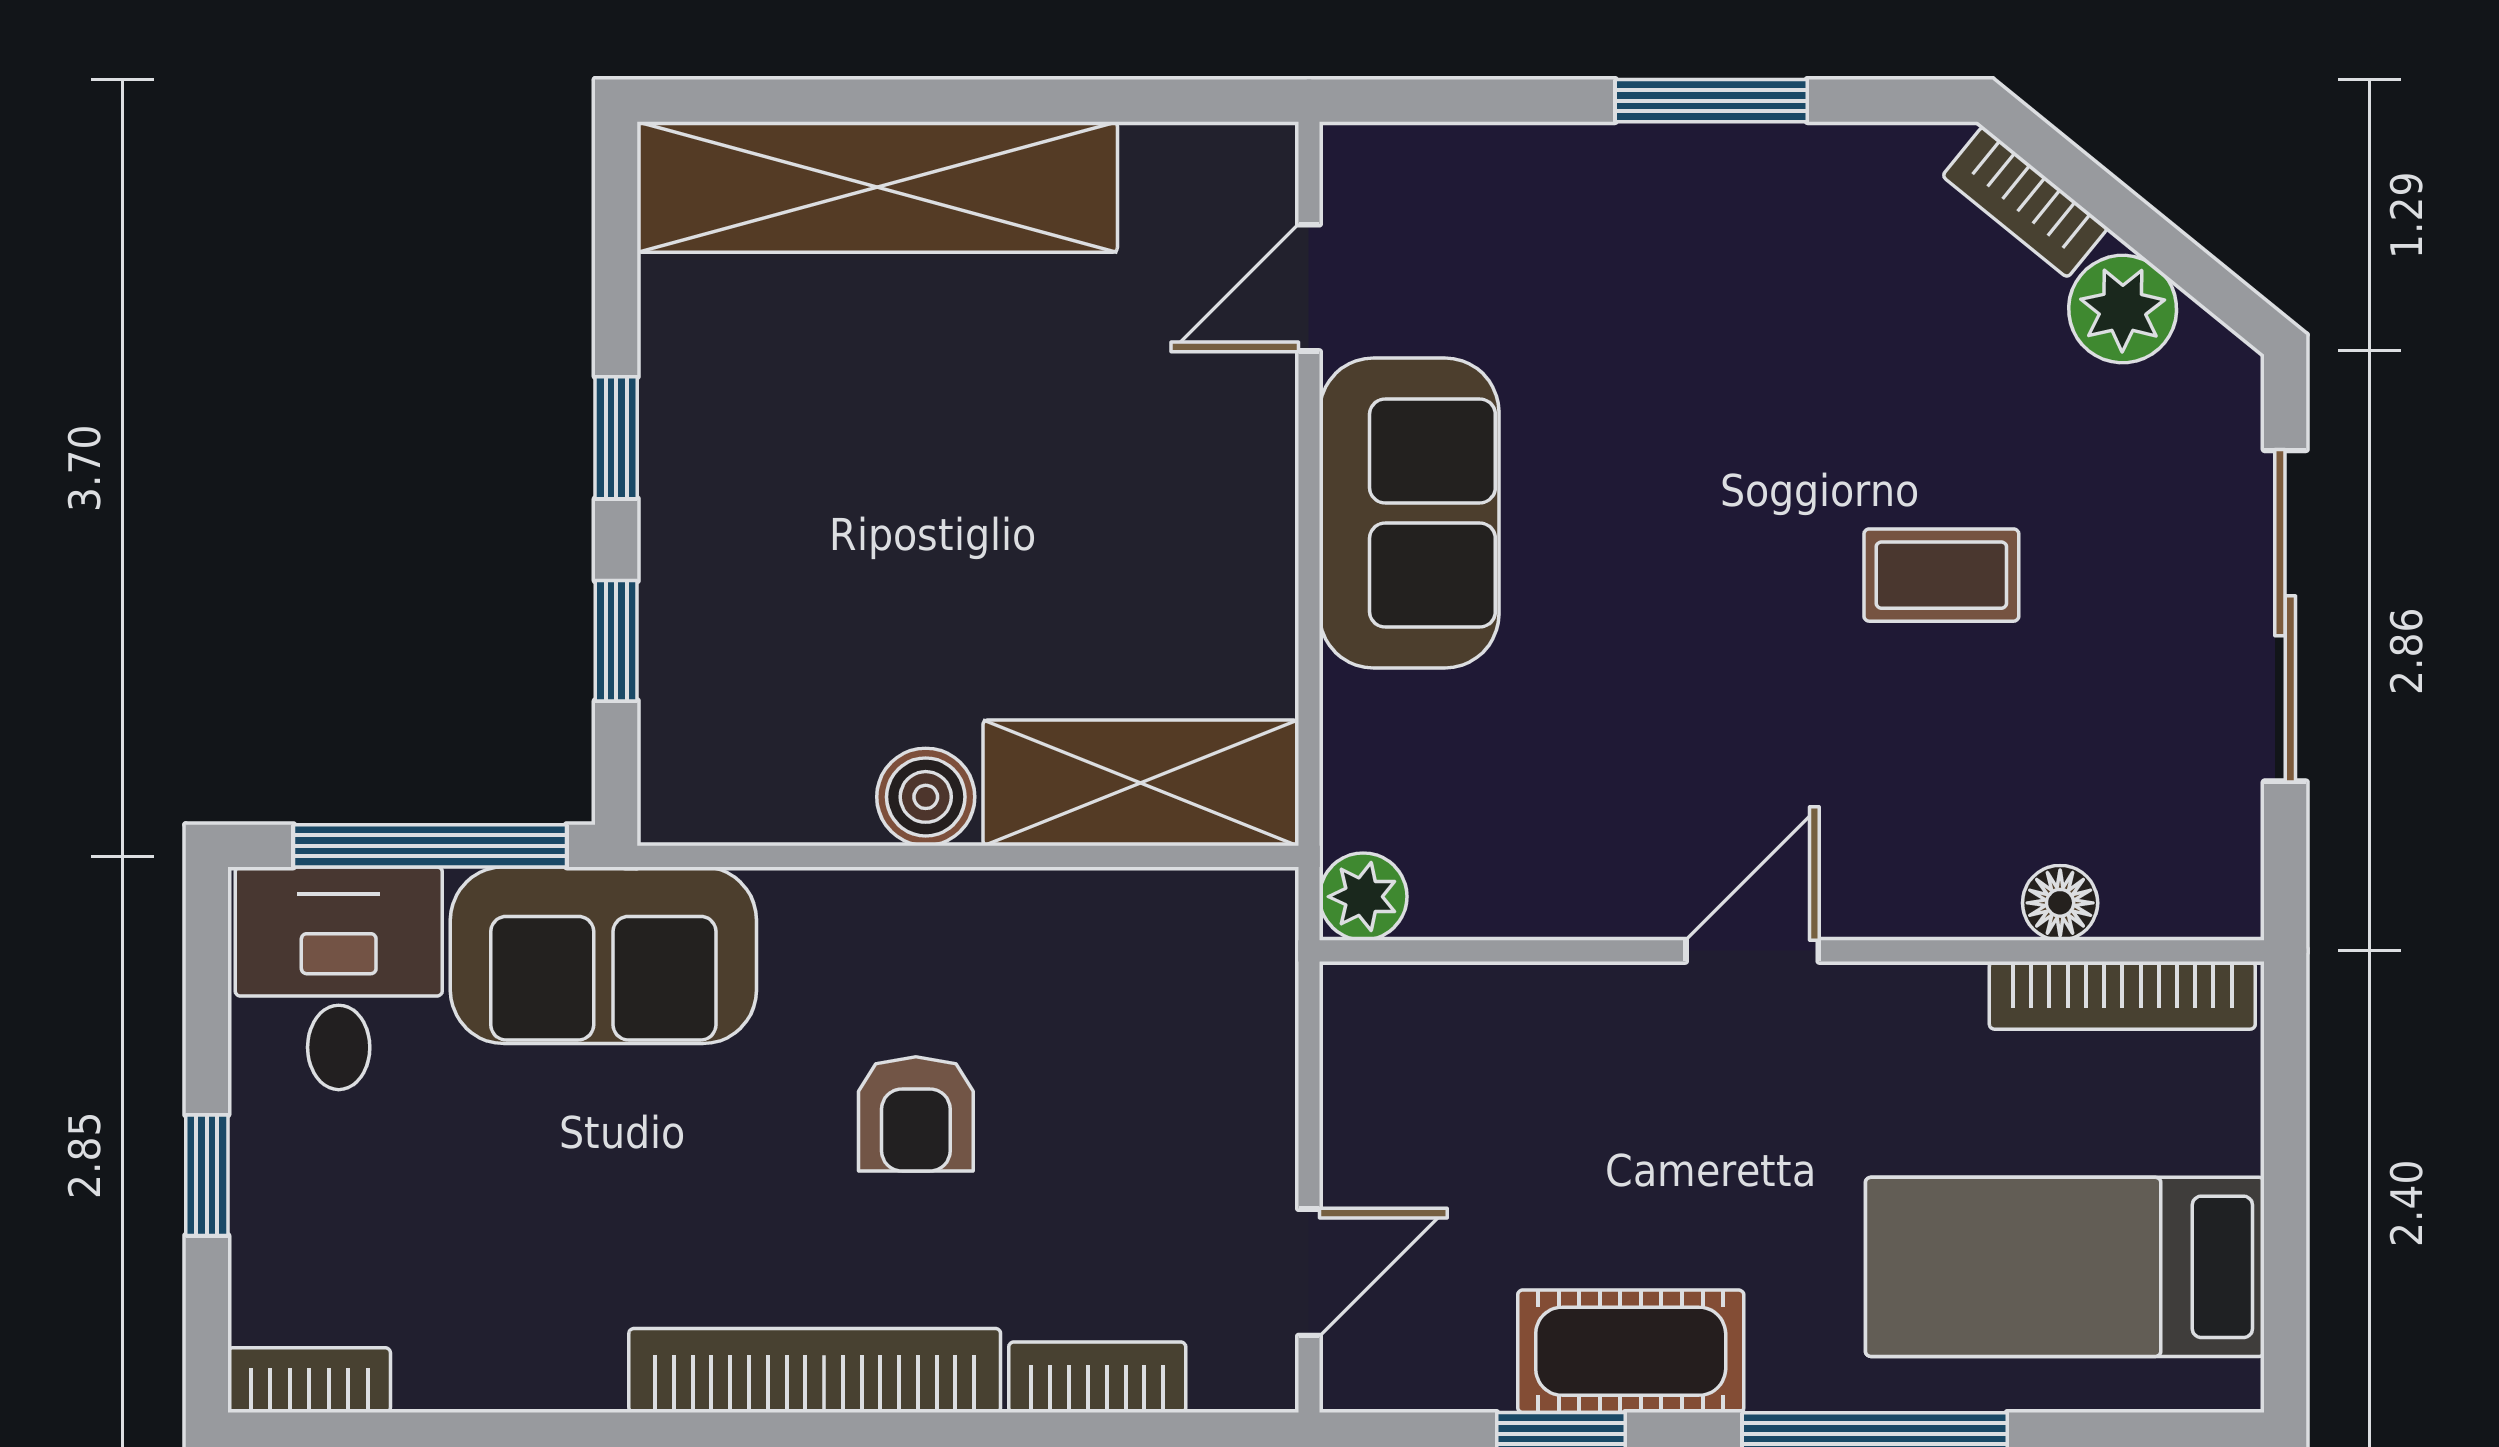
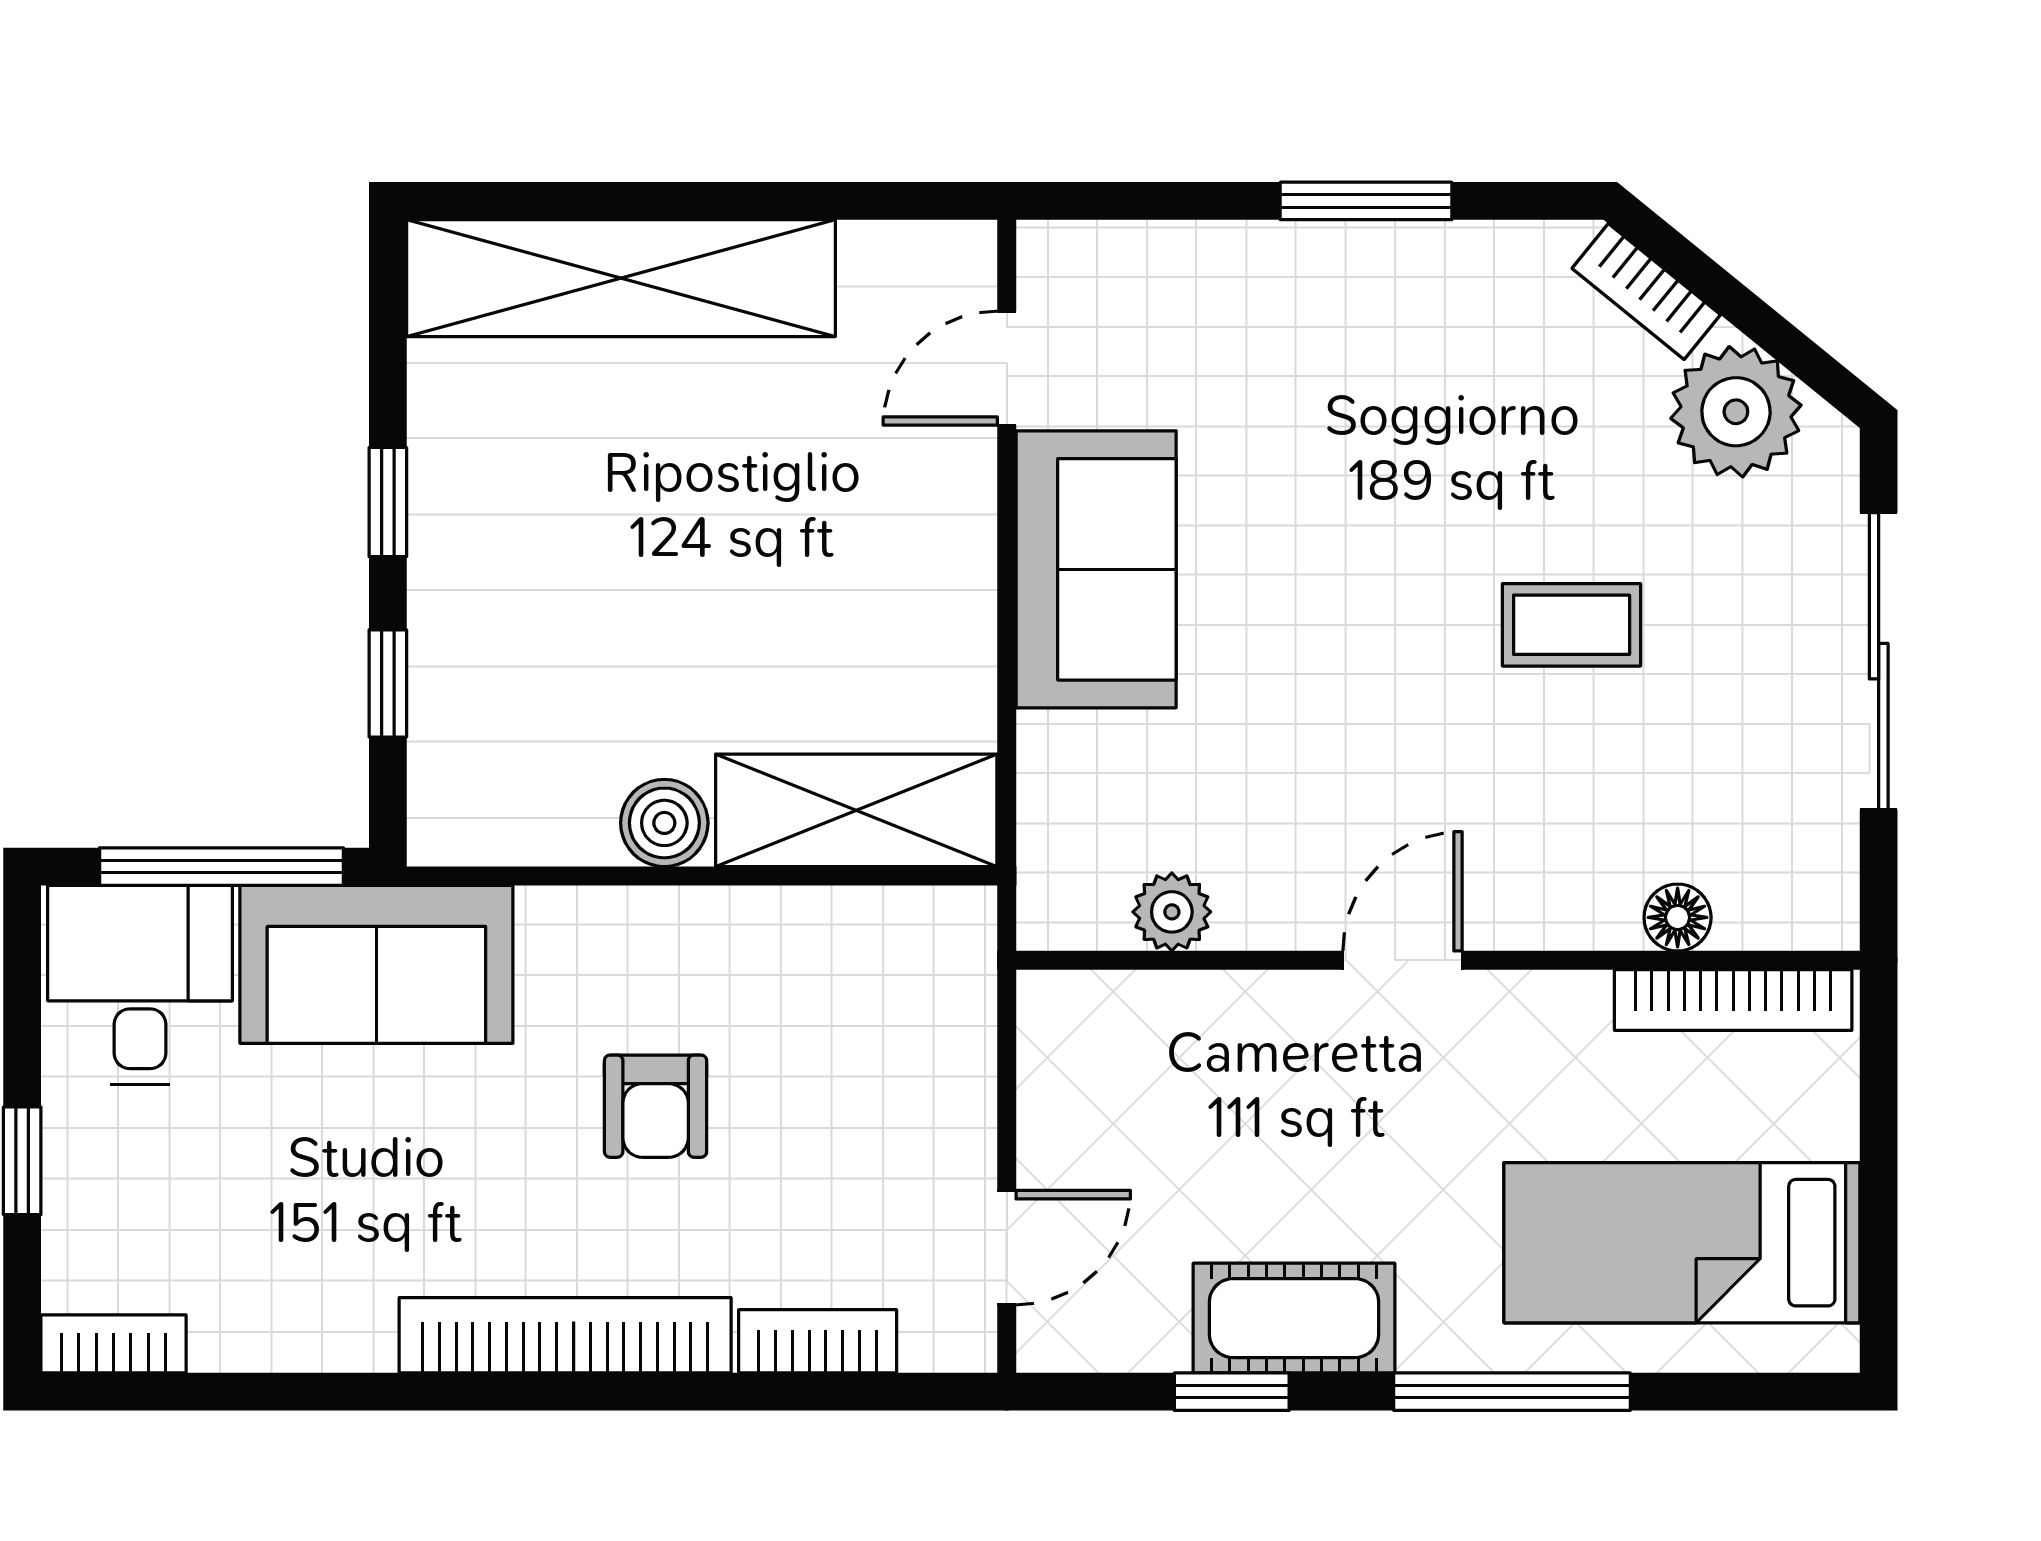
plant: (2123, 309) -> (1736, 412), width x1.36, depth x1.36
plant: (1363, 897) -> (1172, 912), moved

